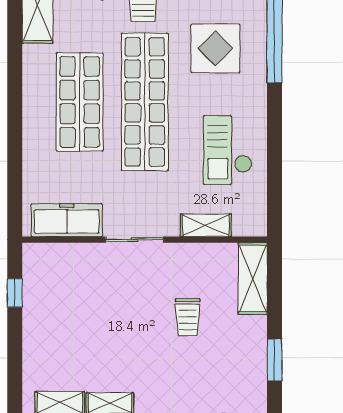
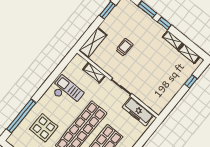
checkout: (228, 150) -> (67, 91), turned -90
window: (15, 293) -> (191, 81), moved

